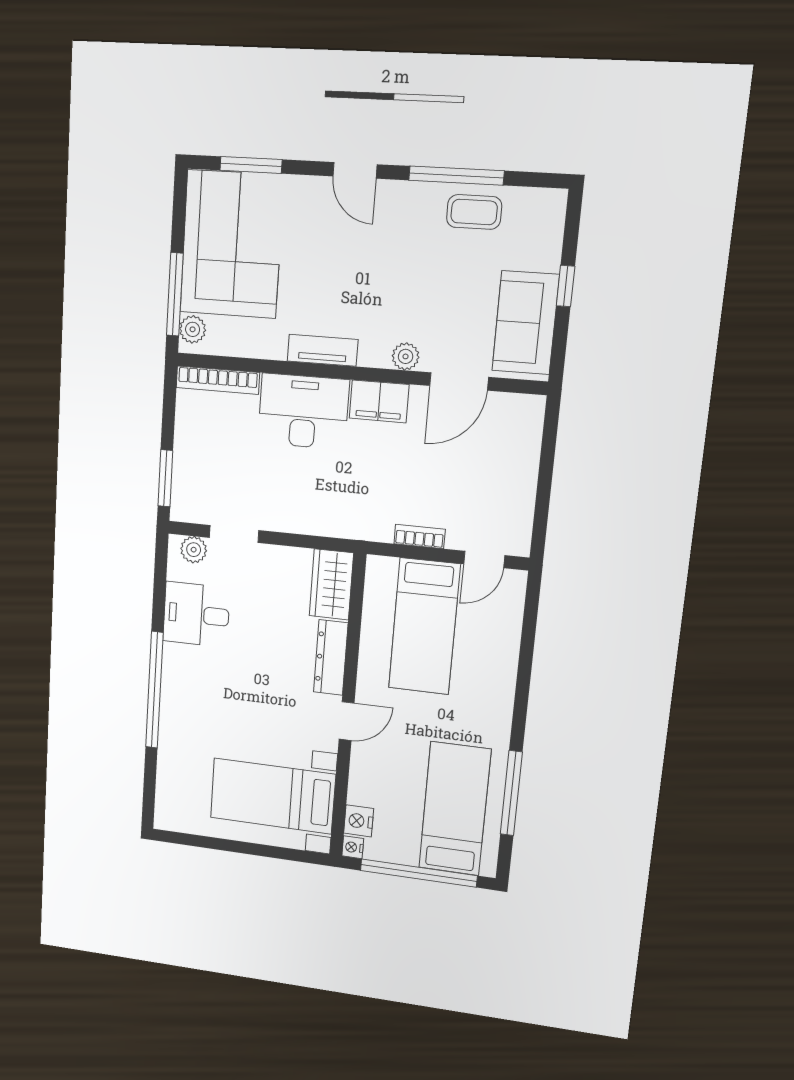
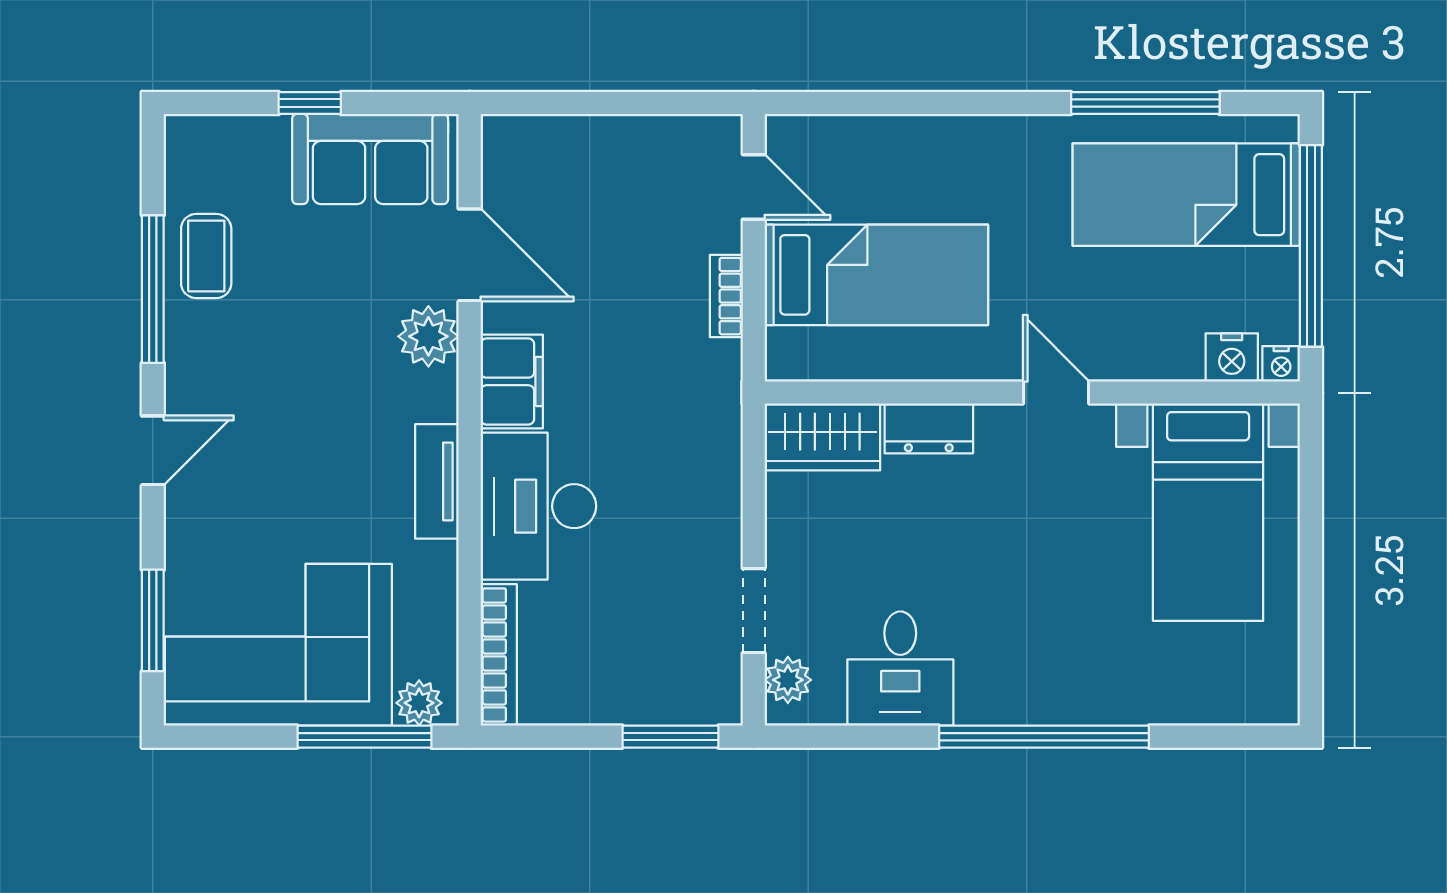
plant: (406, 356) -> (428, 336), width x1.38, depth x1.38
dresser: (331, 657) -> (929, 428), width x0.70

